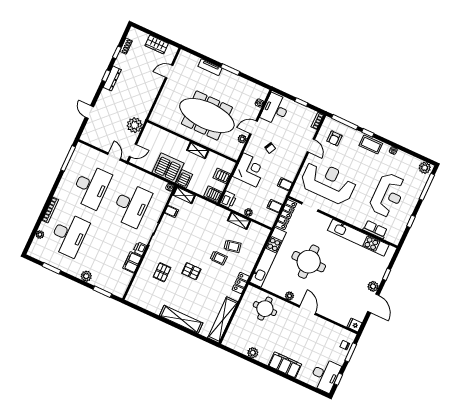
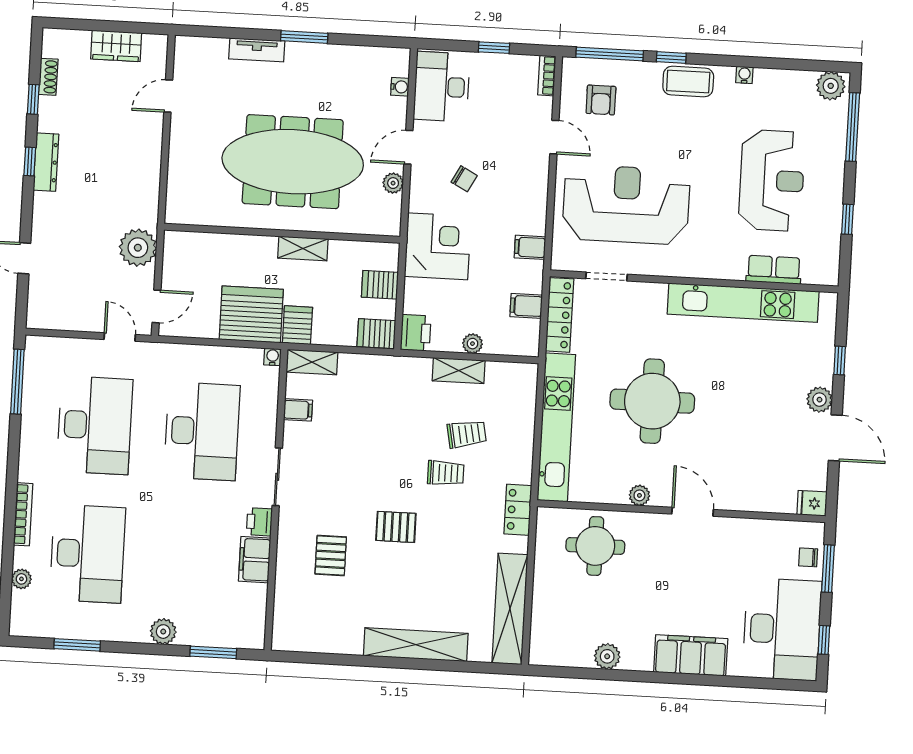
desk: (325, 375) -> (782, 629), width x1.36, depth x1.30

